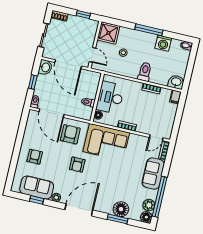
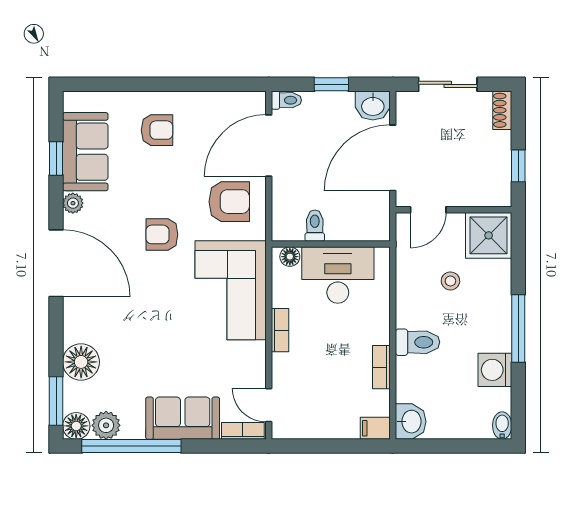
window: (118, 219) -> (56, 401), moved

